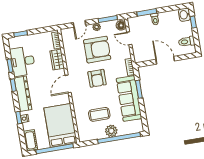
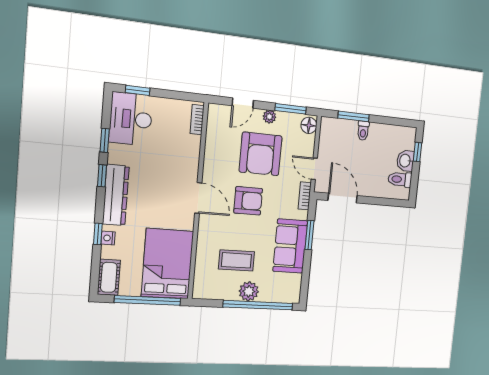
washbasin: (184, 15) -> (405, 161), moved
door: (129, 38) -> (314, 169), moved
armchair: (97, 50) -> (261, 154), turned 90
wardrobe: (57, 60) -> (190, 152), removed
door: (165, 60) -> (343, 198), moved
desk: (23, 61) -> (131, 119), moved
armchair: (97, 78) -> (248, 201), turned -90
door: (68, 84) -> (198, 198), swing flipped
sofa: (129, 98) -> (290, 246), width x0.73

